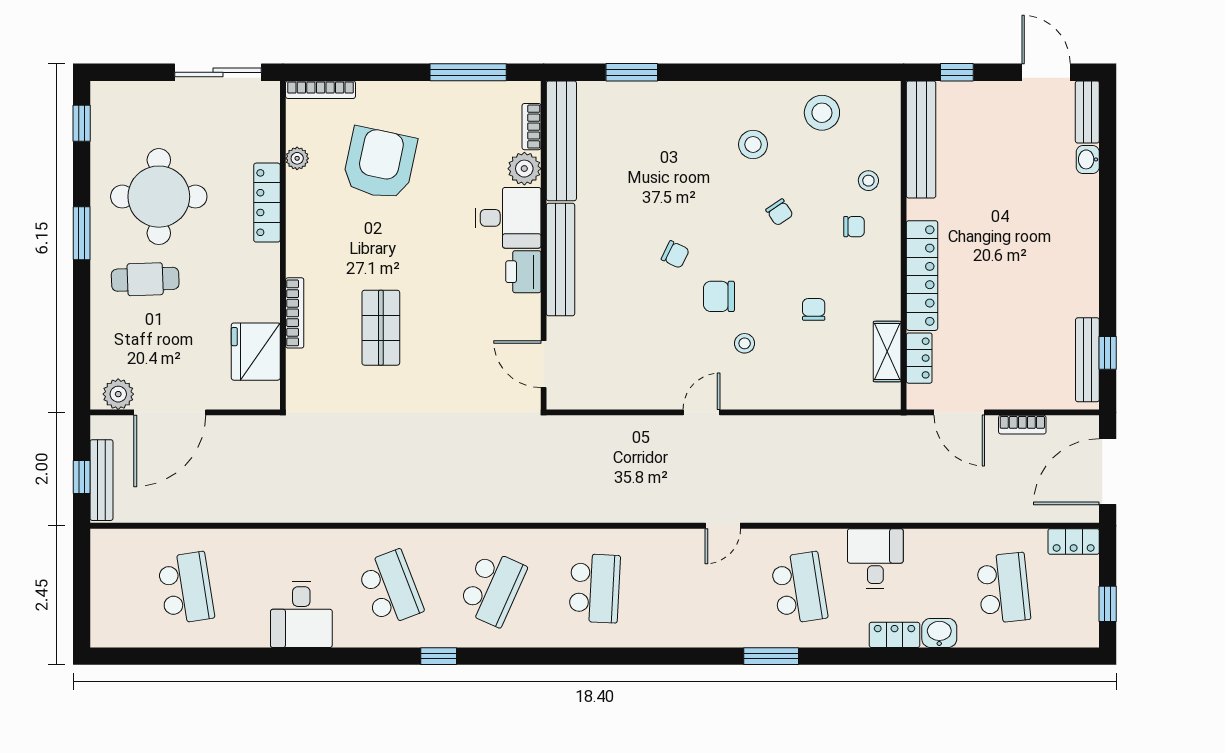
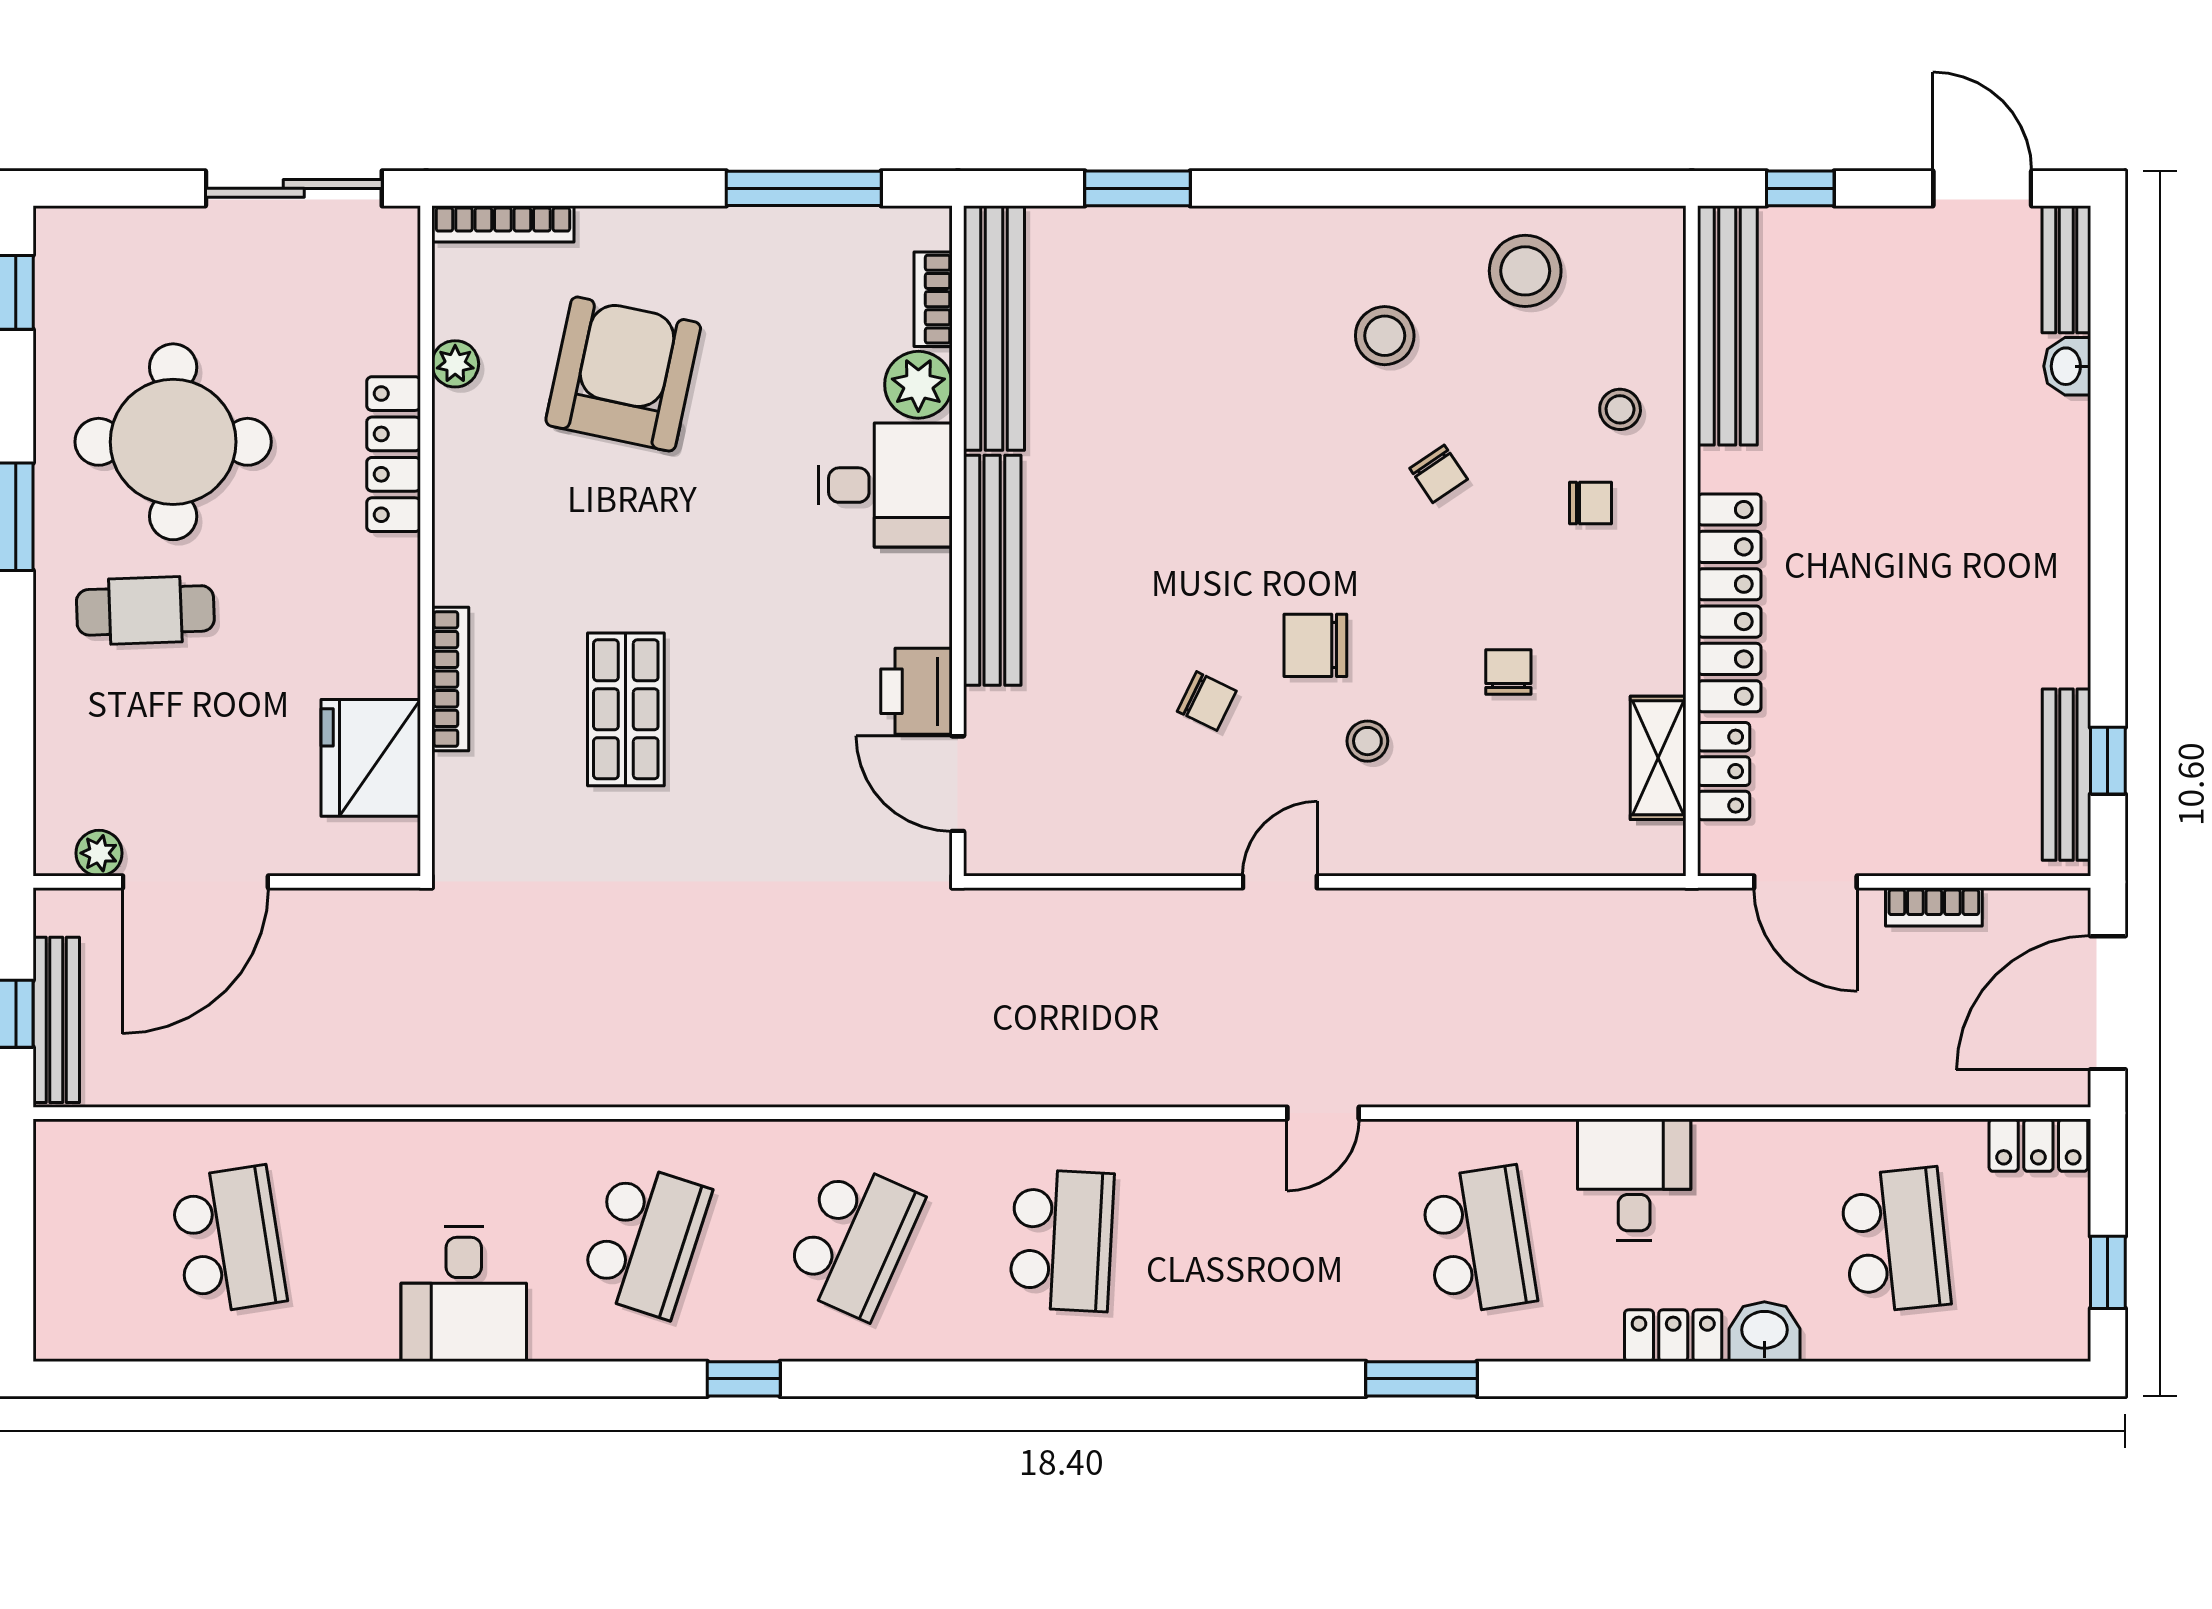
chair: (675, 254) -> (1207, 701), moved
printer: (523, 272) -> (916, 691), moved
plant: (118, 394) -> (99, 853), width x0.73, depth x0.73
school desk: (390, 588) -> (645, 1240), turned 39

